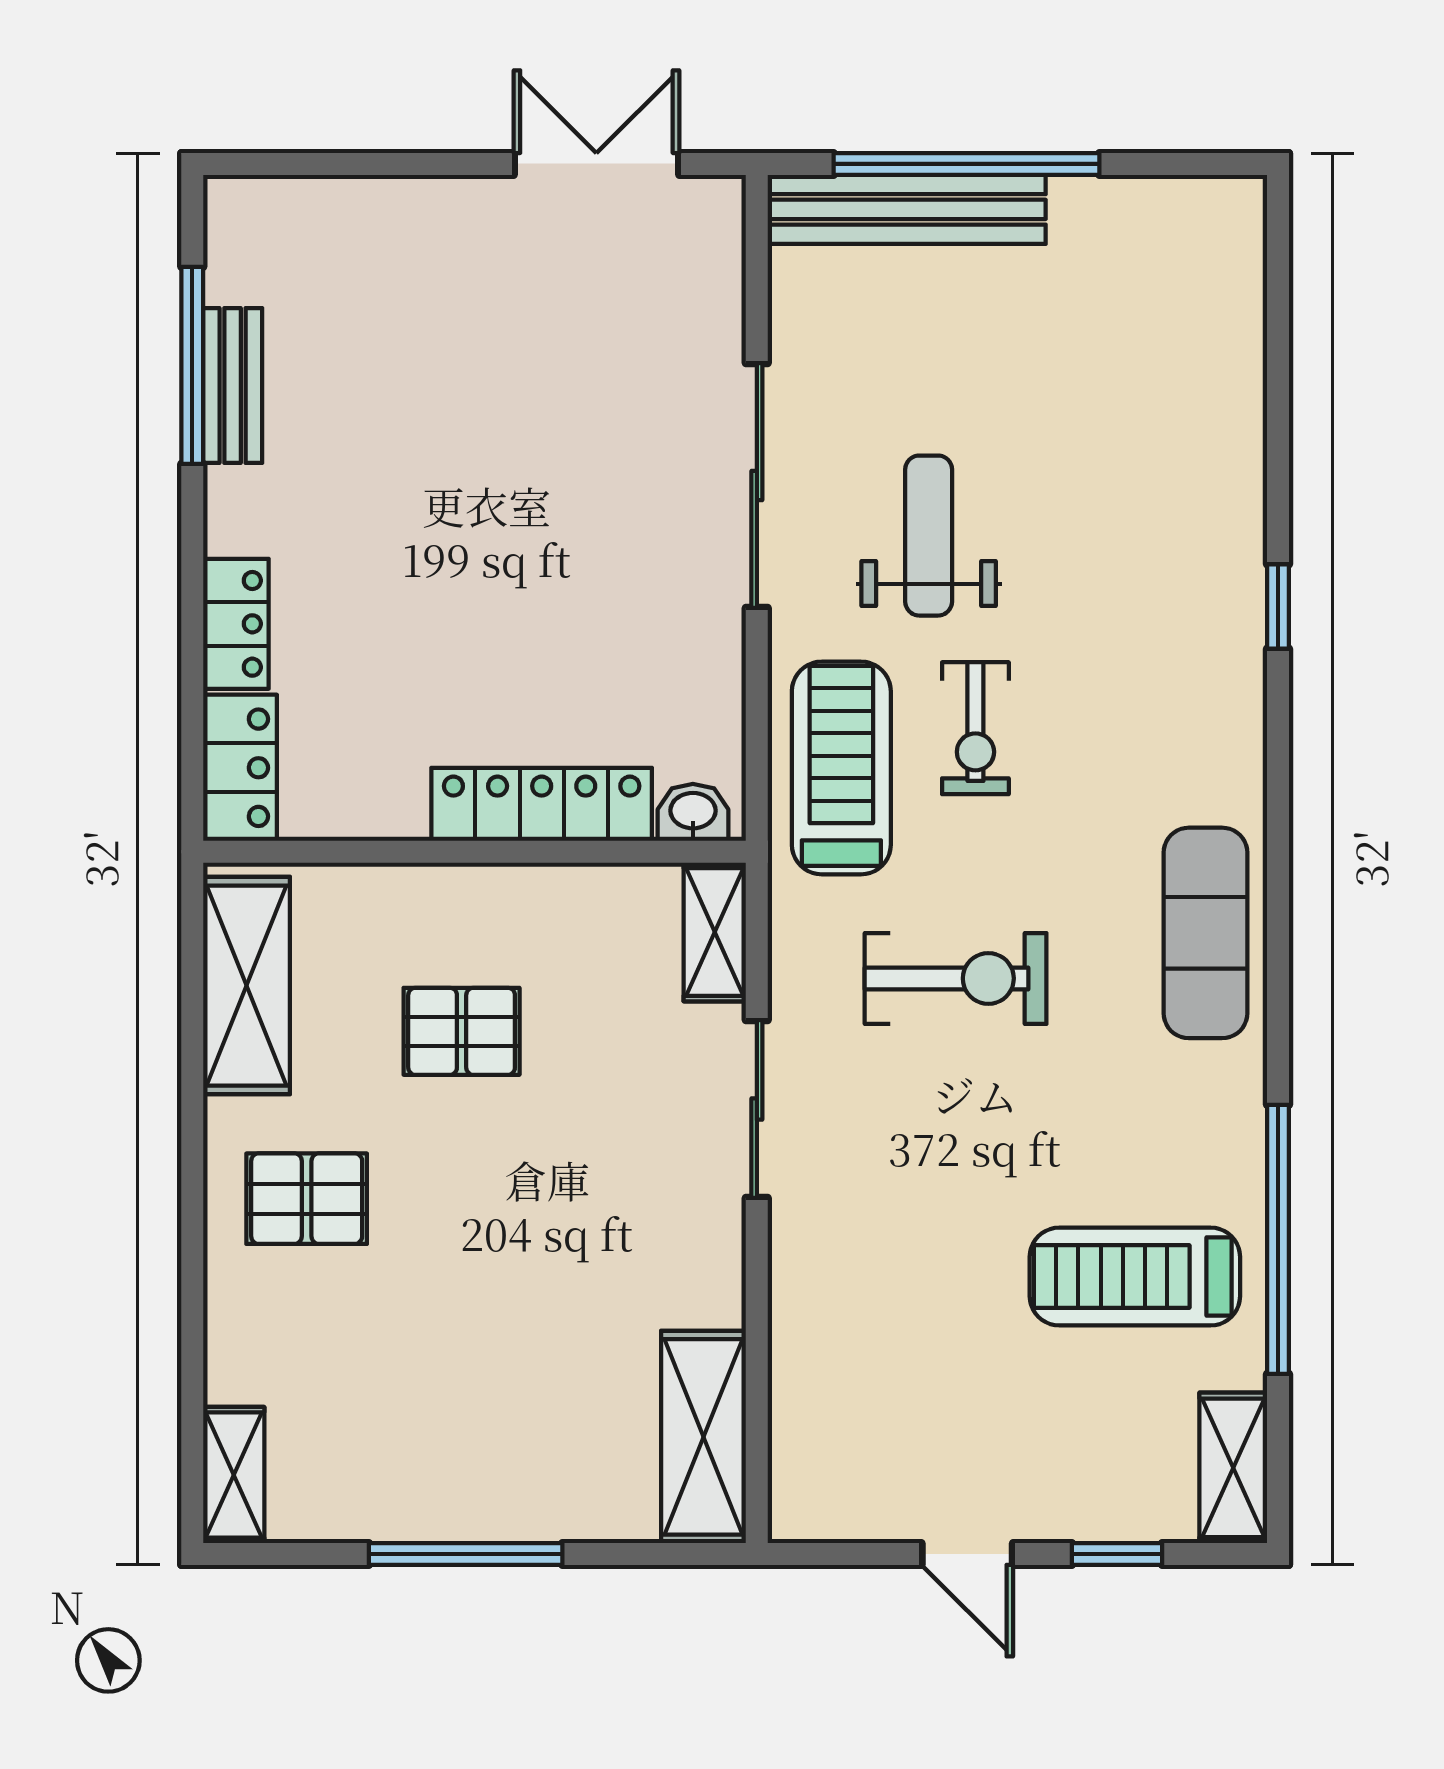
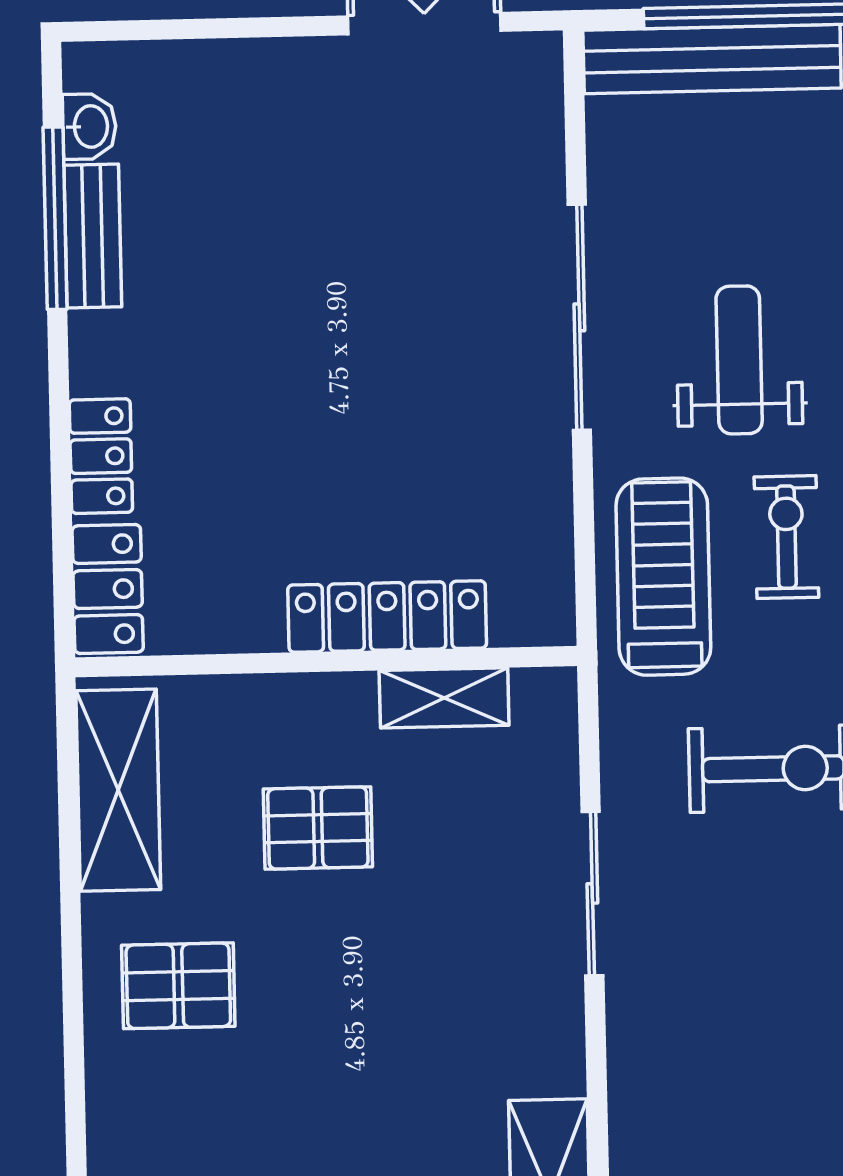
exercise bike: (975, 728) -> (786, 537), turned 180
washbasin: (693, 812) -> (89, 126), moved, turned 90
shelving: (715, 932) -> (444, 698), moved, turned 90

